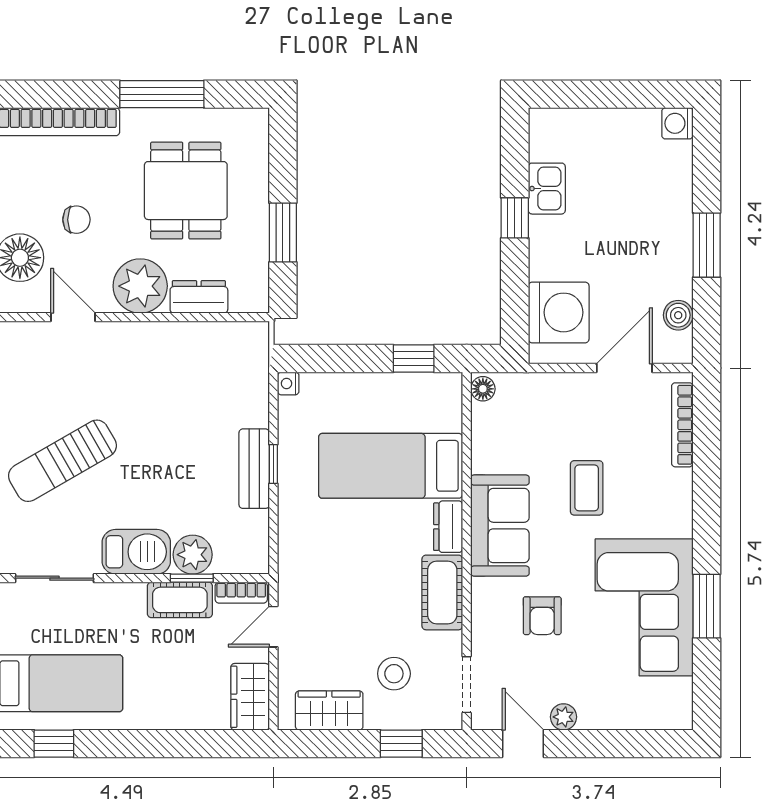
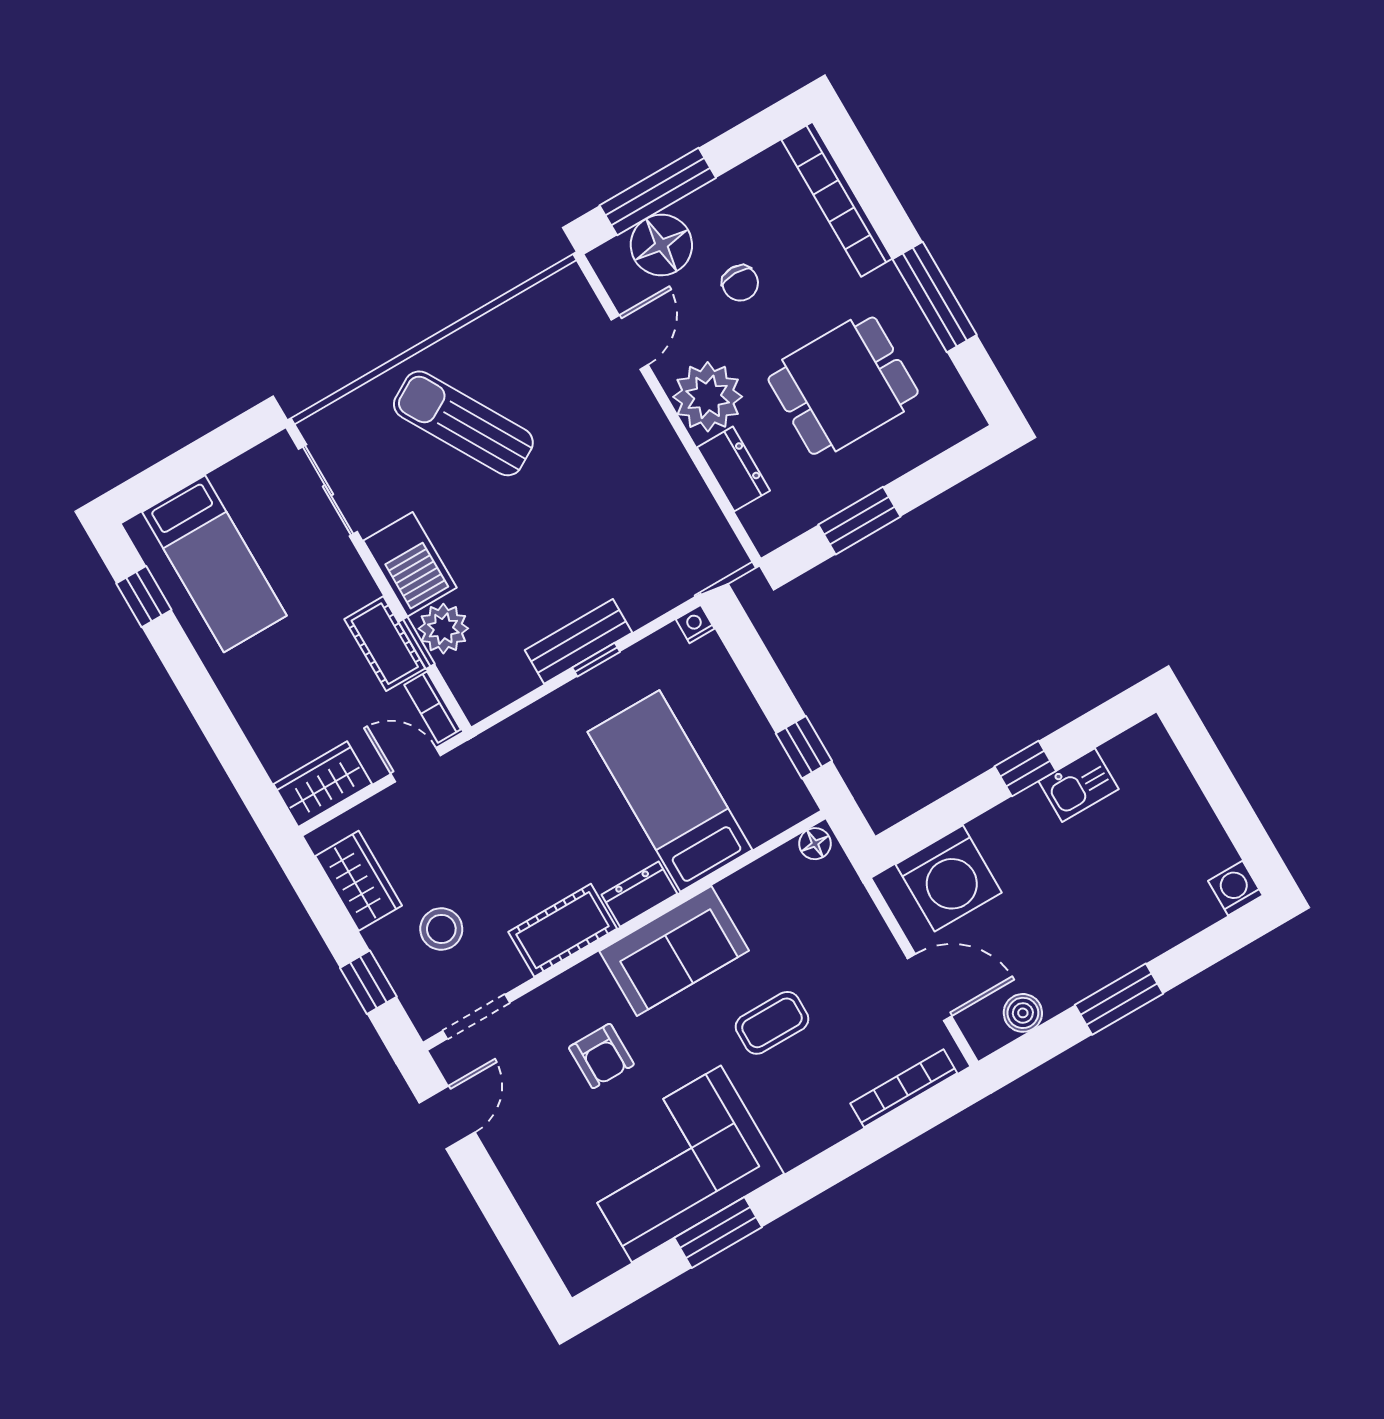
armchair: (542, 616) -> (601, 1056), turned -90
plant: (563, 717) -> (503, 1145), removed

